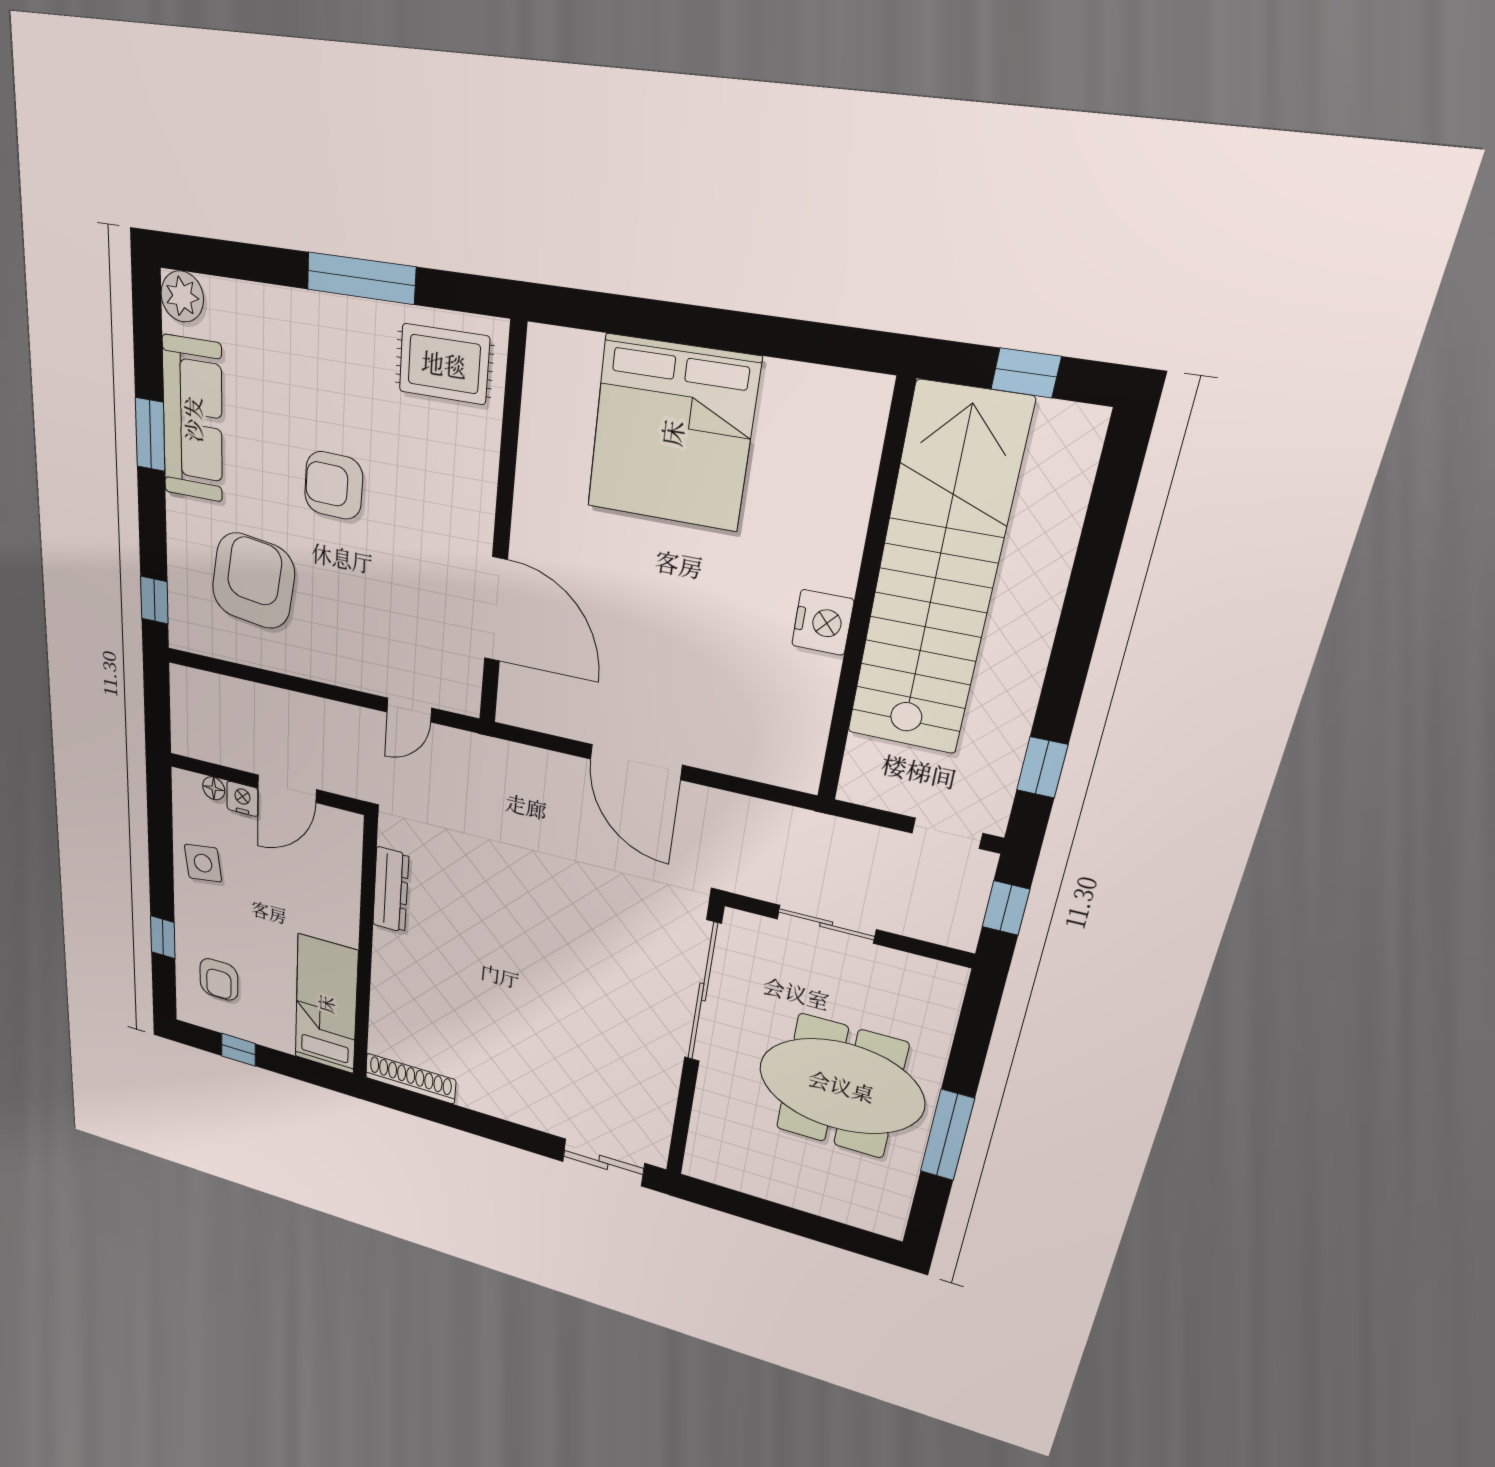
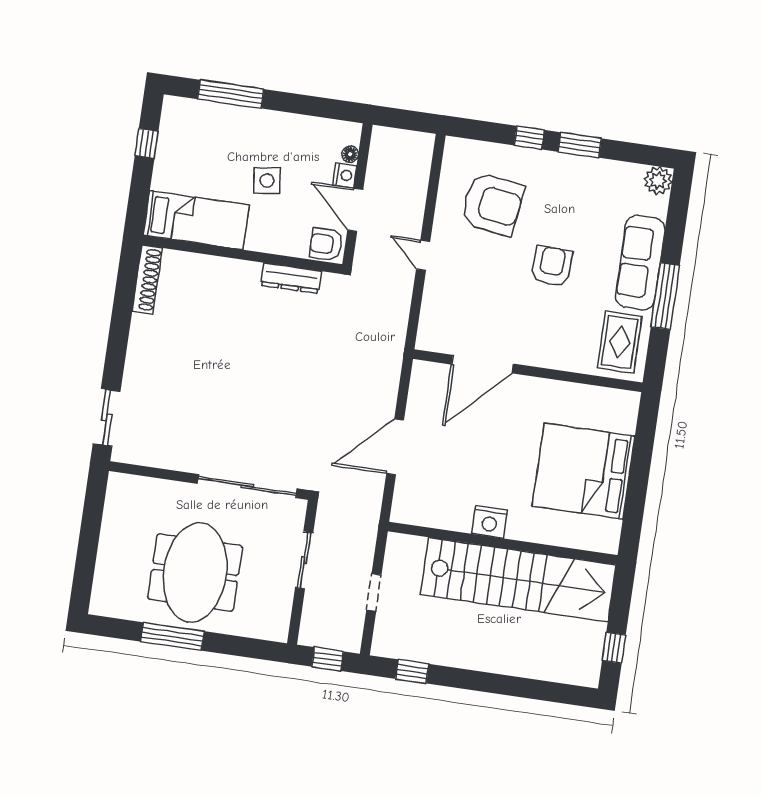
sofa: (193, 419) -> (640, 263), moved, turned 90
stairs: (936, 574) -> (518, 580), moved
window: (154, 600) -> (529, 138), moved
wall: (864, 600) -> (503, 543), moved
nightstand: (823, 622) -> (490, 522), moved
door: (409, 710) -> (423, 255), moved
doorway: (947, 833) -> (374, 592), moved
side table: (203, 863) -> (267, 181), moved
window: (163, 937) -> (231, 94), width x2.17
armchair: (219, 979) -> (326, 244), moved

